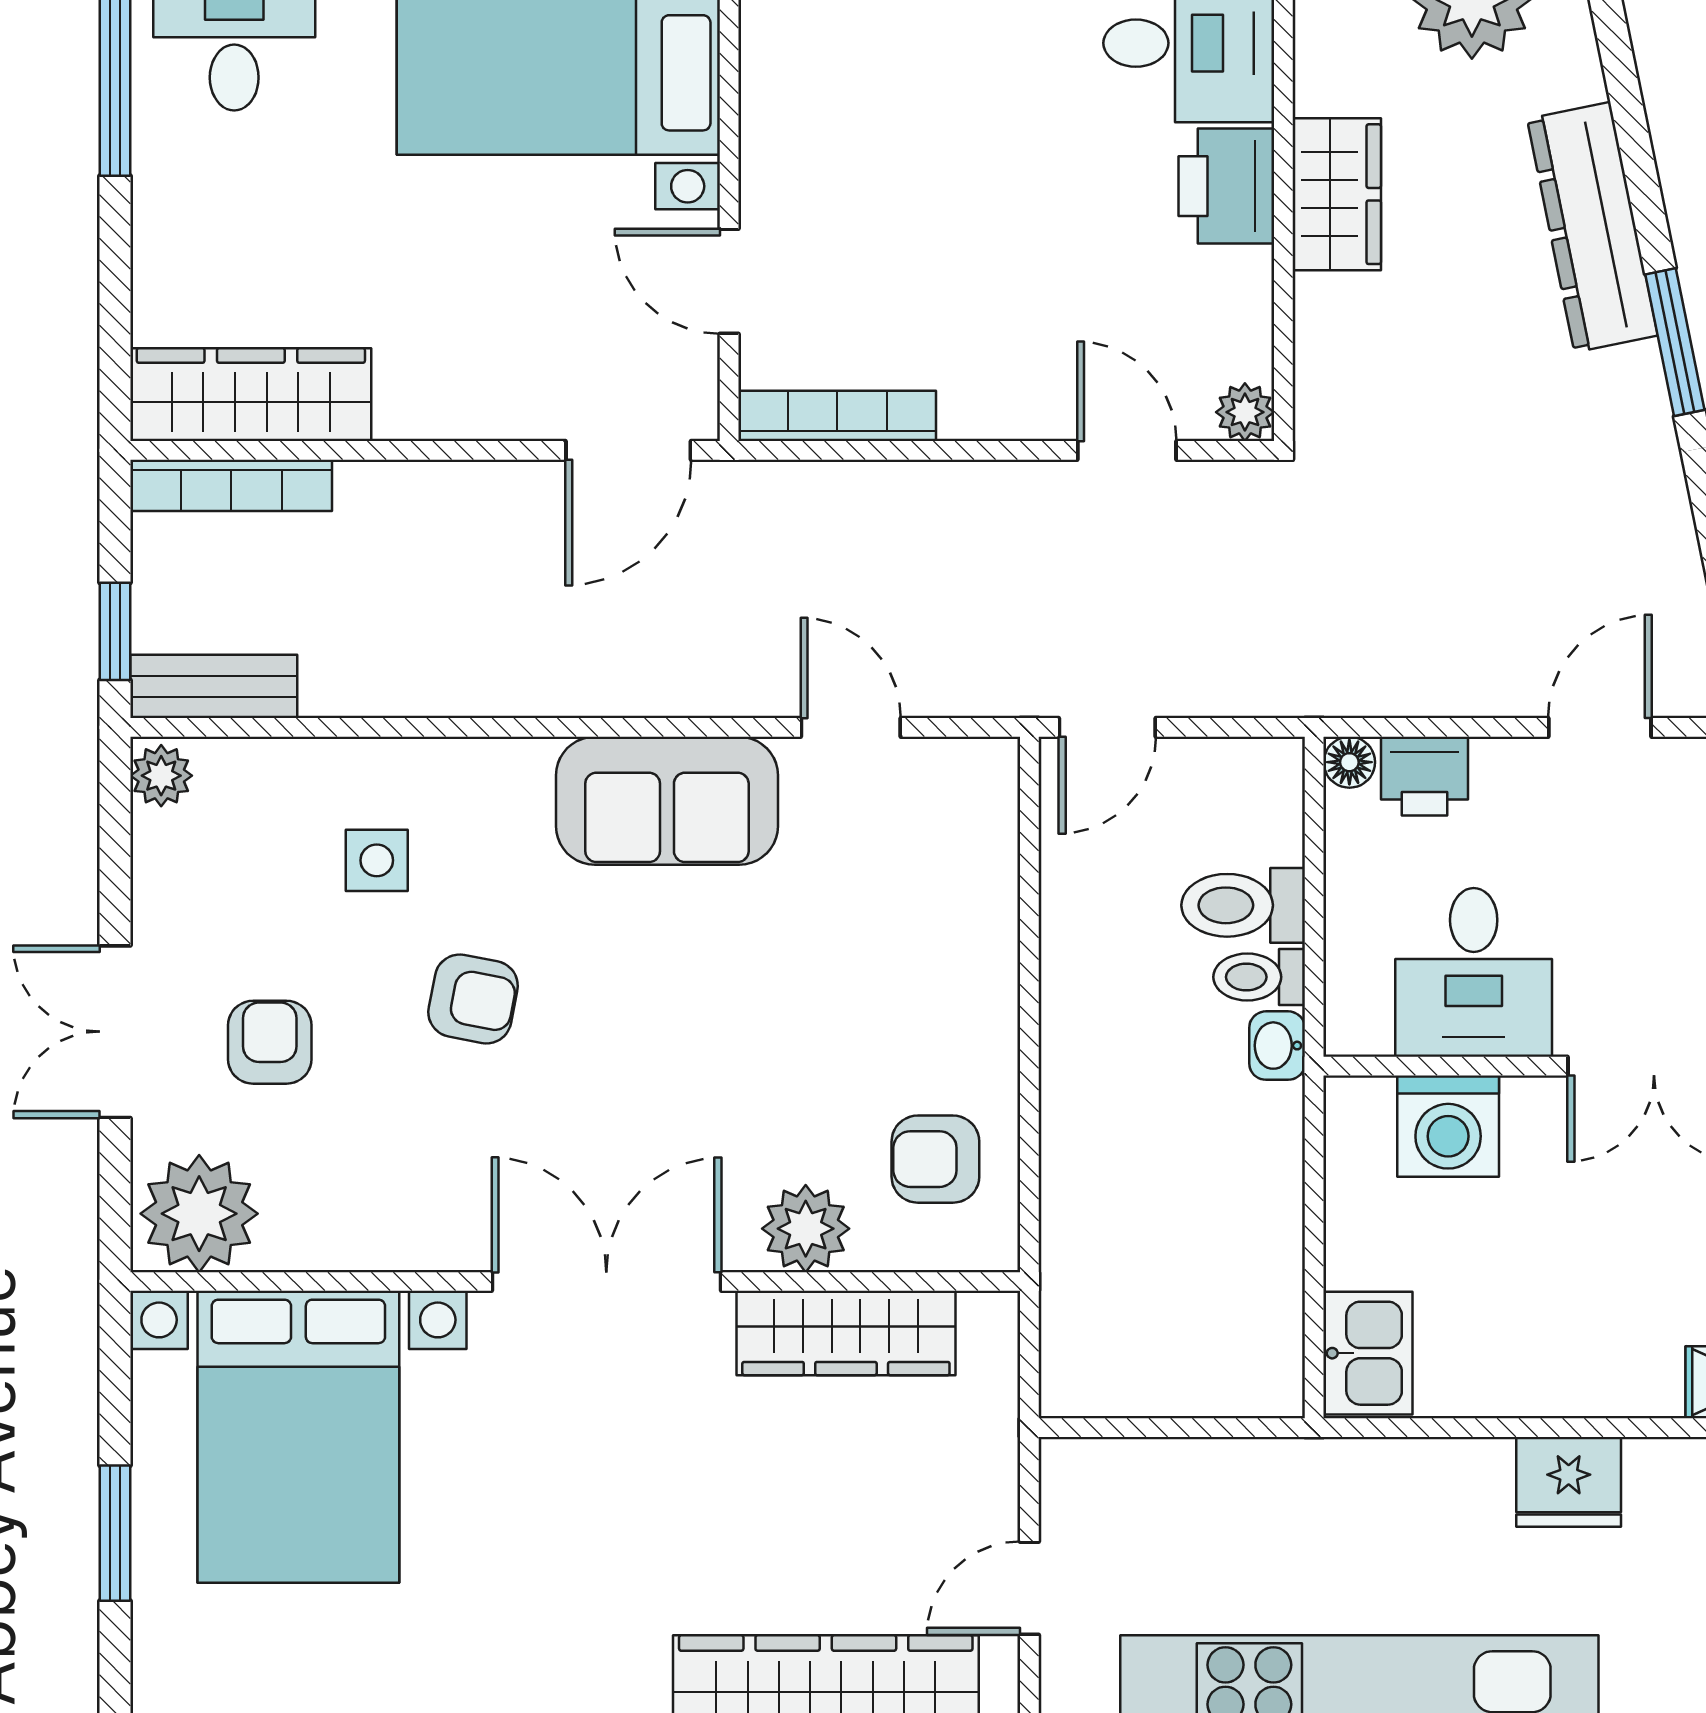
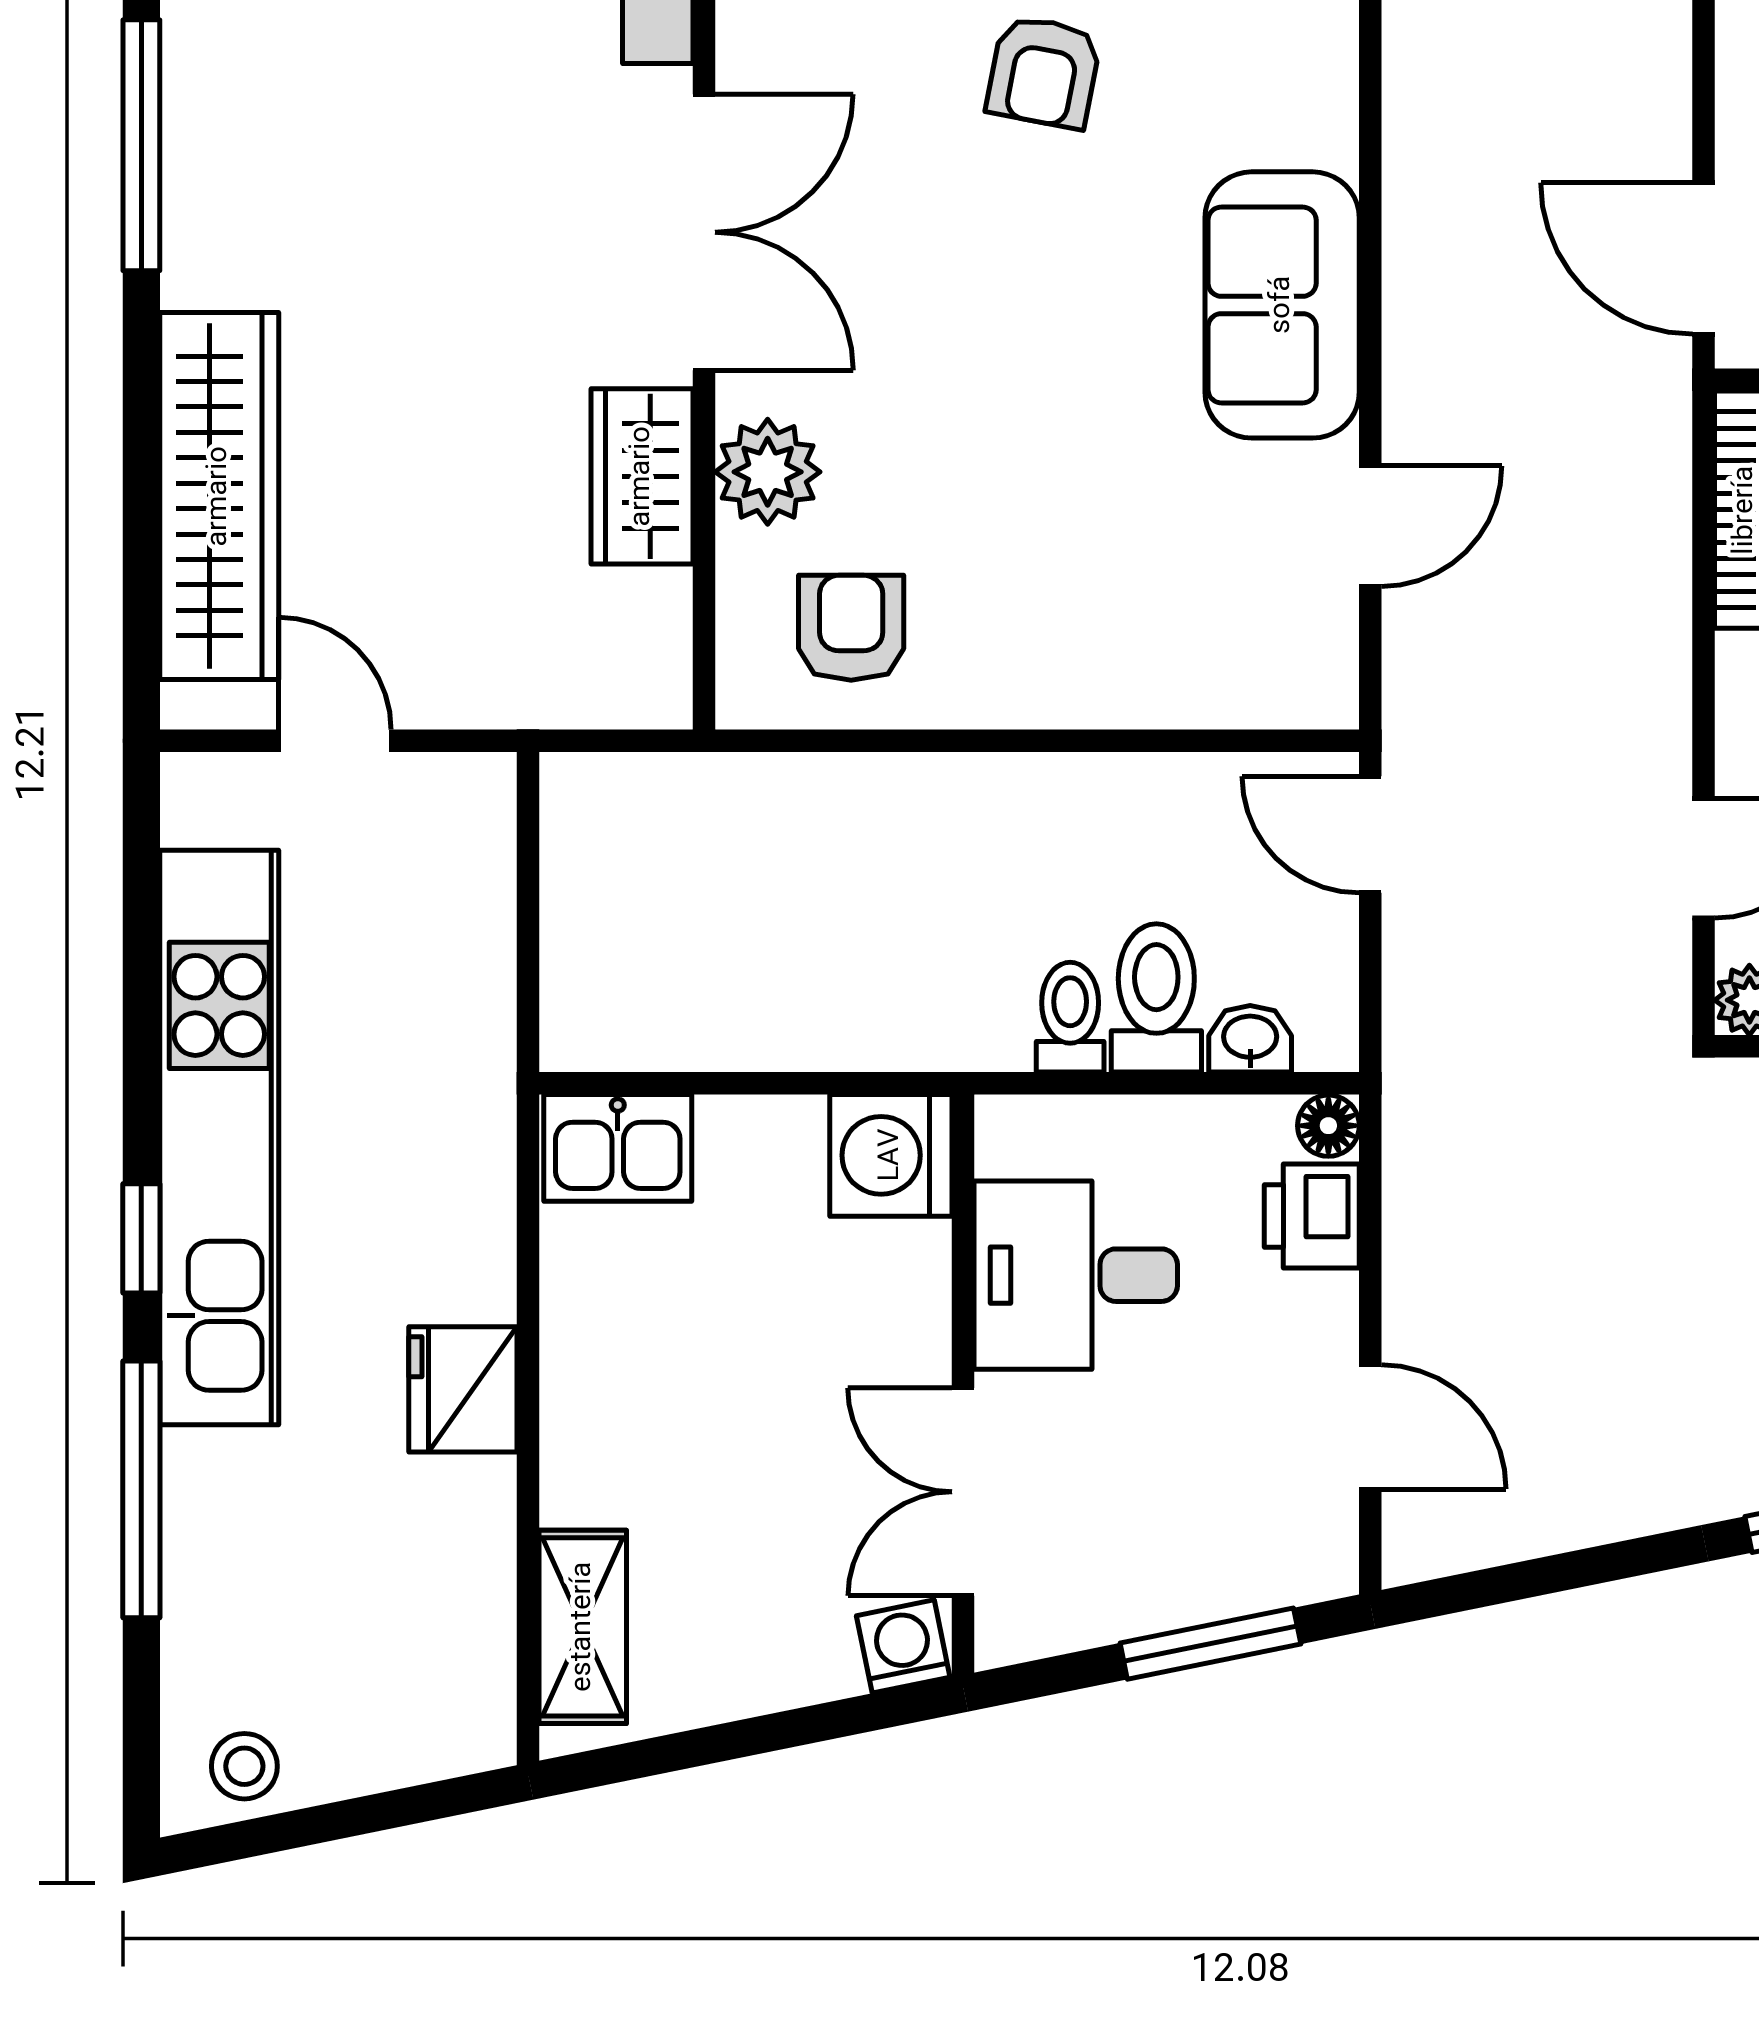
washbasin: (1277, 1046) -> (1250, 1039), moved
washing machine: (1448, 1126) -> (891, 1155), moved
wardrobe: (846, 1333) -> (642, 476), width x0.67

